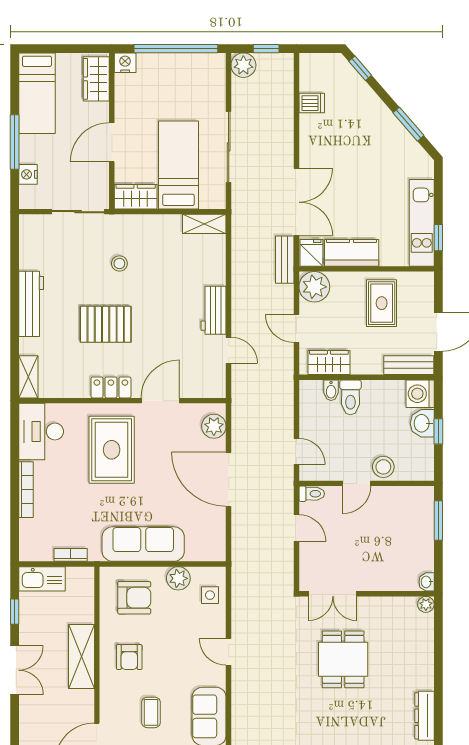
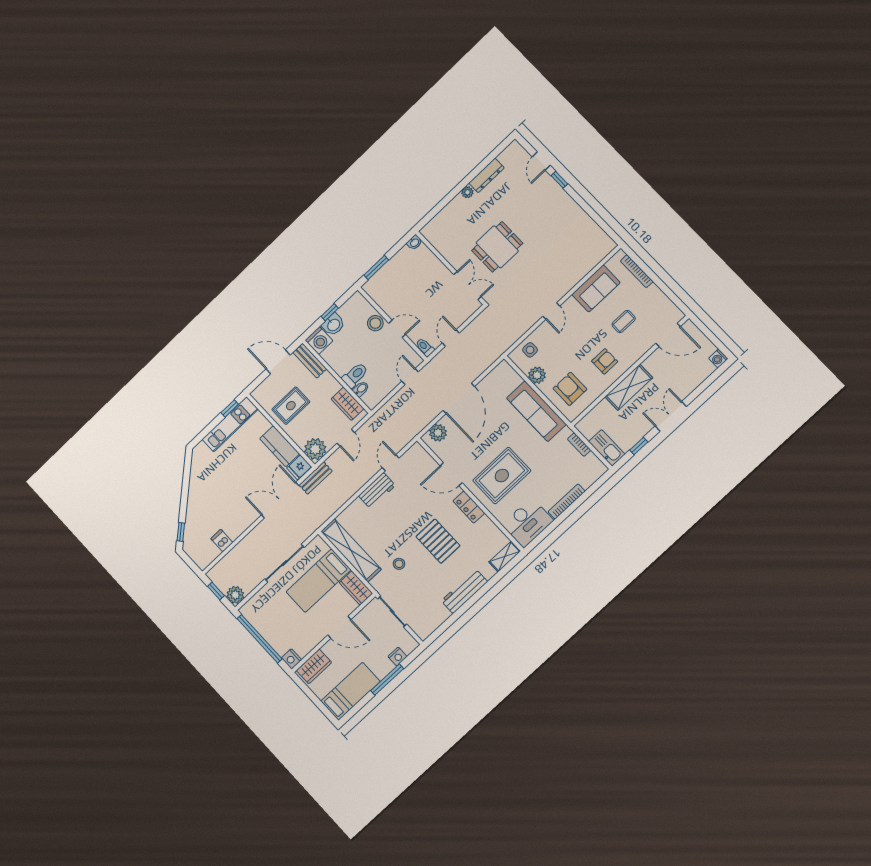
window: (408, 124) -> (186, 480), removed
shelving: (204, 224) -> (351, 550), width x2.20, depth x1.33
plant: (426, 604) -> (467, 192), moved

